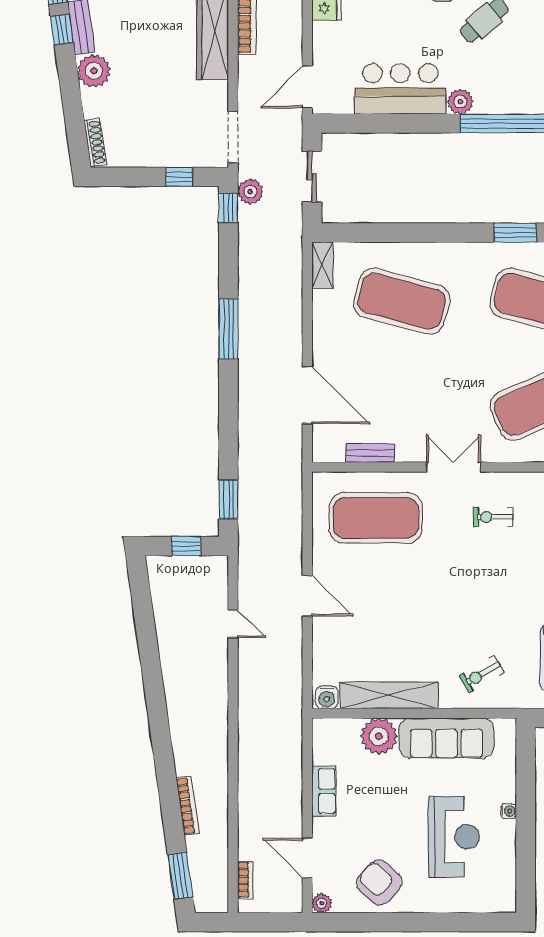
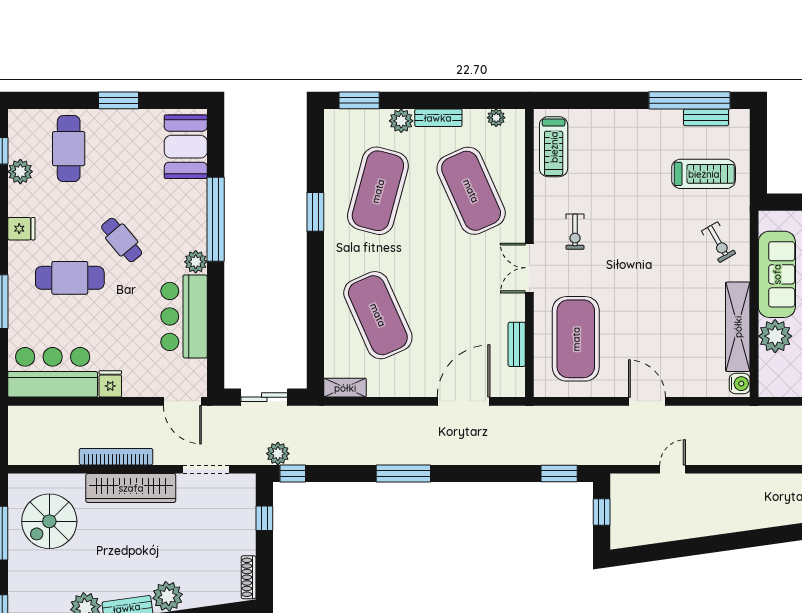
doorway: (233, 137) -> (206, 469), moved
shoe rack: (95, 143) -> (249, 577), moved, turned -82
exercise mat: (402, 301) -> (378, 315), turned -39
door: (307, 596) -> (647, 401), hinge flipped

